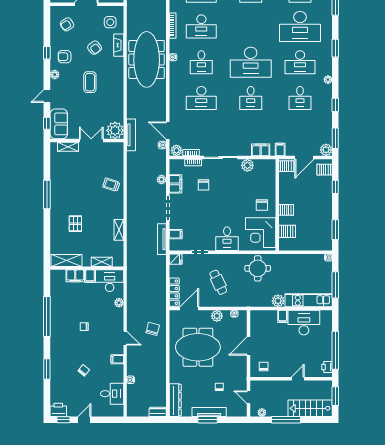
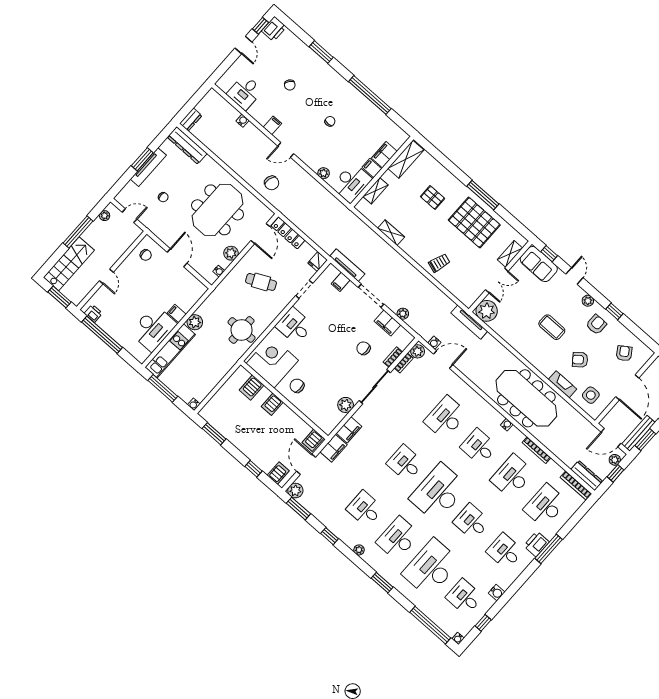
desk: (251, 26) -> (472, 522), added
filing cabinet: (280, 149) -> (333, 448), width x2.00
pallet: (68, 185) -> (474, 222), added

